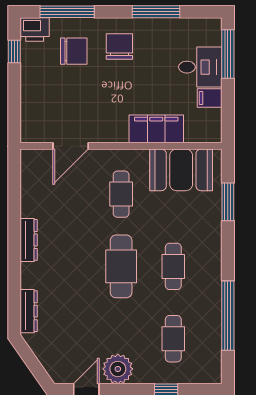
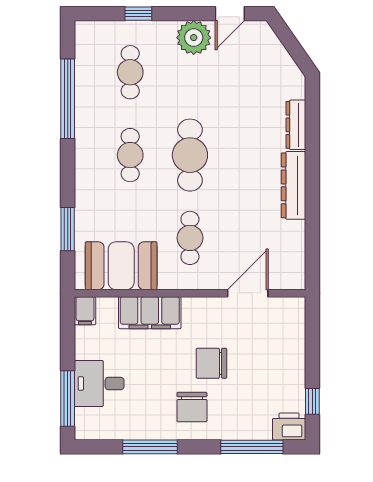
chair: (74, 51) -> (211, 363), moved
filing cabinet: (210, 98) -> (85, 311), moved, turned 90
dresser: (29, 240) -> (294, 185), width x1.37, depth x1.24
dresser: (29, 311) -> (296, 125), moved

